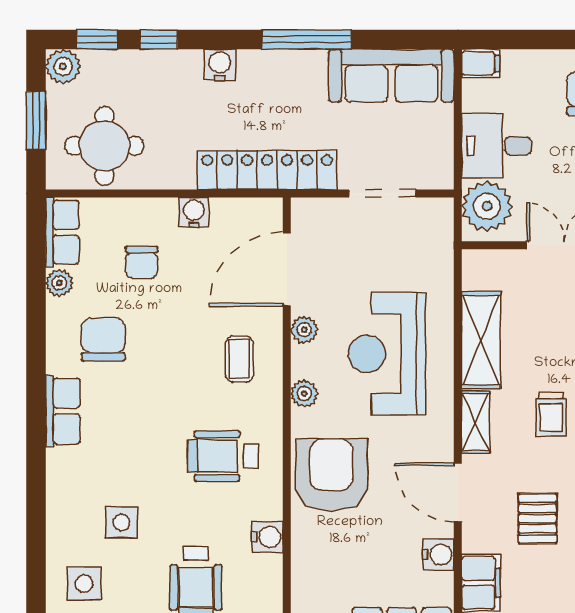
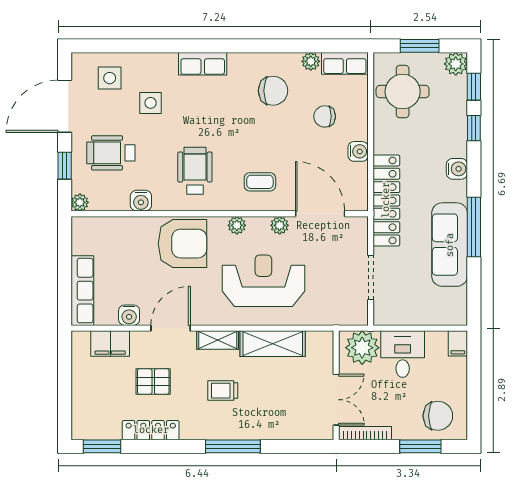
sofa: (391, 76) -> (450, 245), moved
row of seats: (63, 411) -> (203, 64), moved

